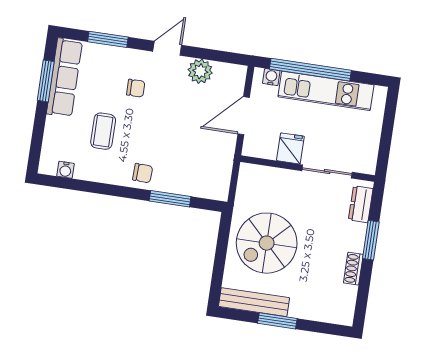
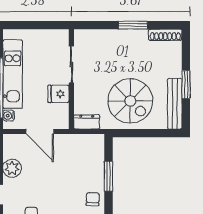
dresser: (361, 204) -> (87, 122), moved, turned 180
window: (371, 240) -> (133, 25), moved
shoe rack: (353, 269) -> (165, 35), moved, width x1.43

